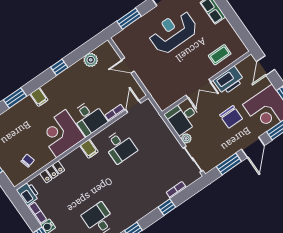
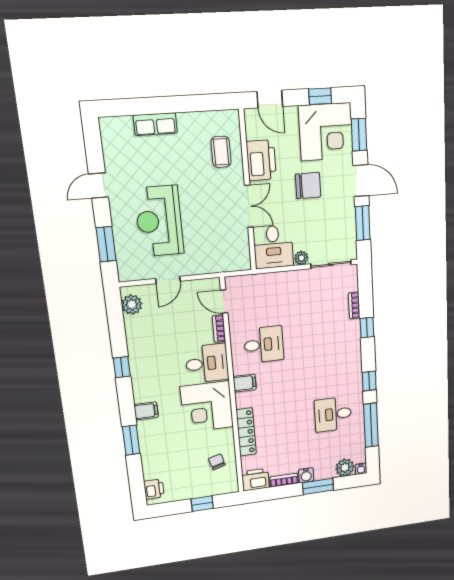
reception desk: (173, 32) -> (159, 221), moved
plant: (91, 60) -> (132, 304), moved
locker: (52, 172) -> (246, 432), width x1.53

